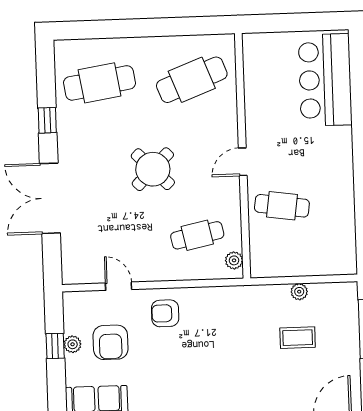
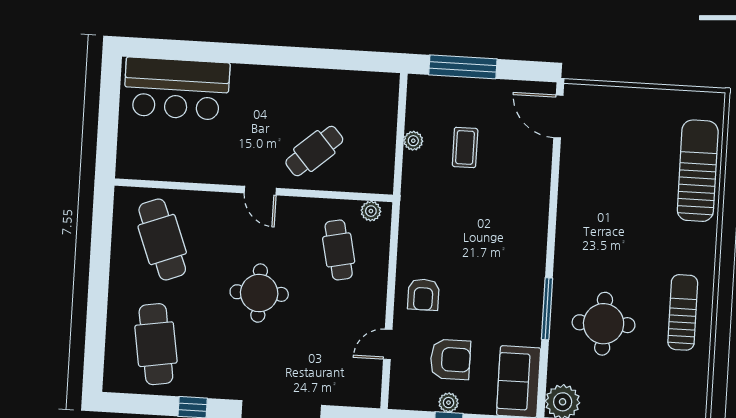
round table: (153, 169) -> (259, 293), turned 45
cafe table: (282, 206) -> (314, 151), turned 41

